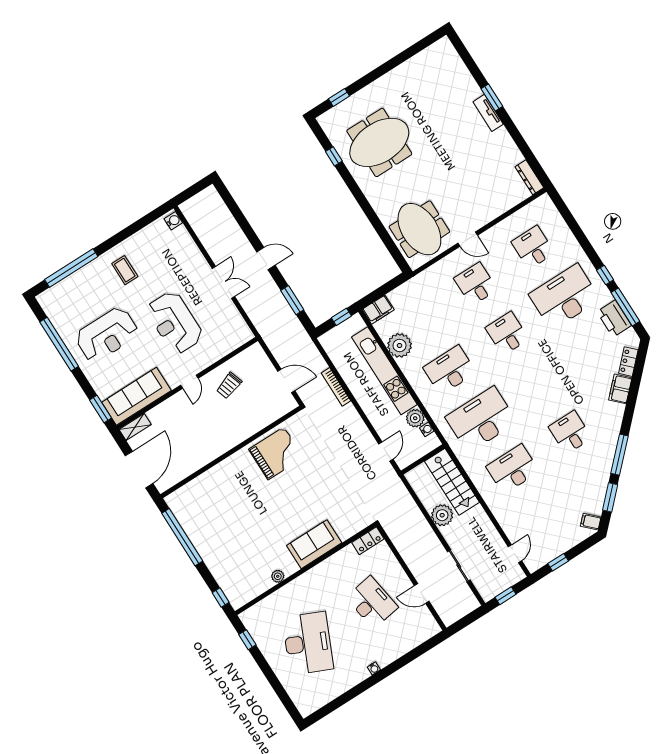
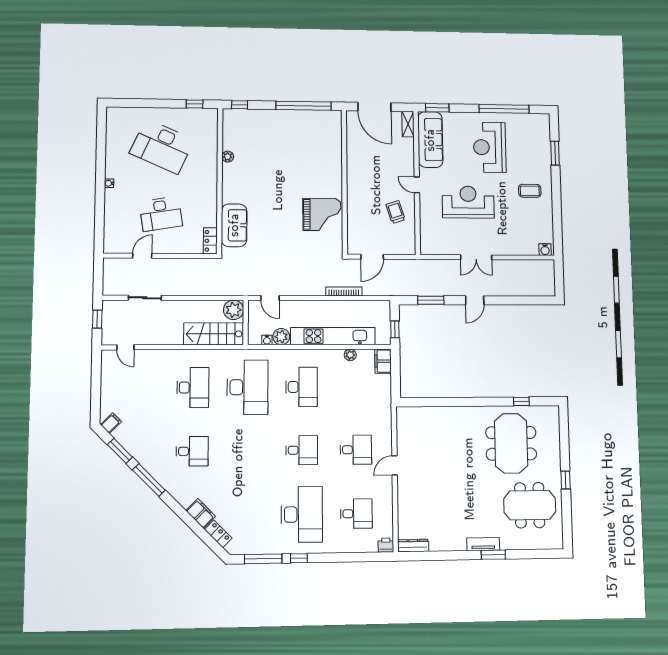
window: (339, 97) -> (566, 480), moved
meeting table: (419, 229) -> (530, 505), moved
window: (71, 268) -> (555, 153), width x0.47
printer: (614, 319) -> (386, 545), moved, width x0.53, depth x0.68
plant: (400, 345) -> (350, 355), width x0.53, depth x0.53
grand piano: (276, 453) -> (322, 214), turned -90
plant: (442, 515) -> (234, 310), moved
sofa: (314, 544) -> (234, 225), moved
window: (558, 562) -> (96, 377), removed

